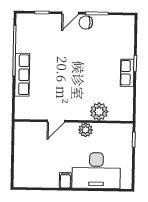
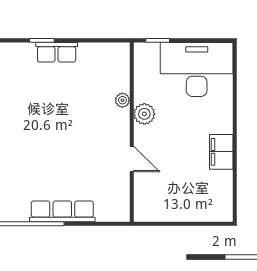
plant: (99, 111) -> (122, 100), width x0.53, depth x0.53
desk: (96, 171) -> (197, 69), moved, turned -90
filing cabinet: (65, 180) -> (221, 152), width x2.00

